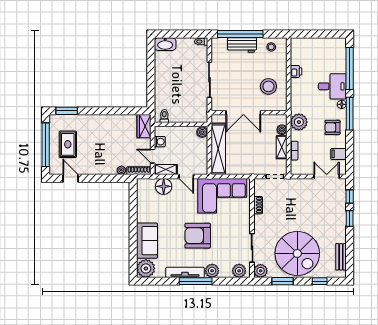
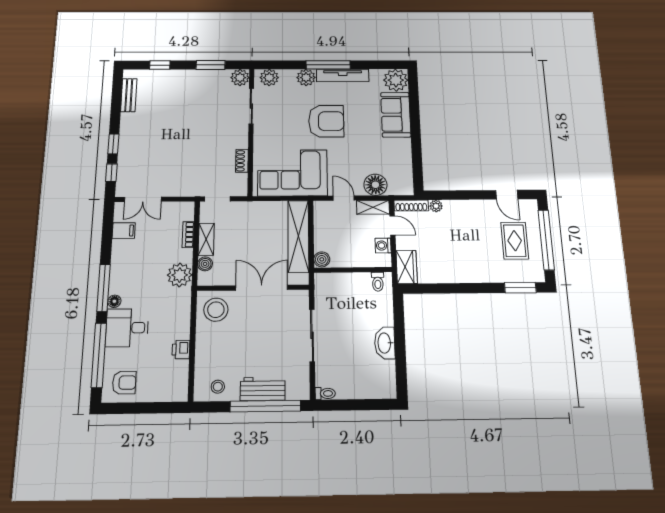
washbasin: (165, 44) -> (385, 343), moved, turned -90
stool: (268, 86) -> (216, 310), moved
armchair: (332, 127) -> (124, 383), moved
spiral stairs: (297, 253) -> (189, 99), removed

